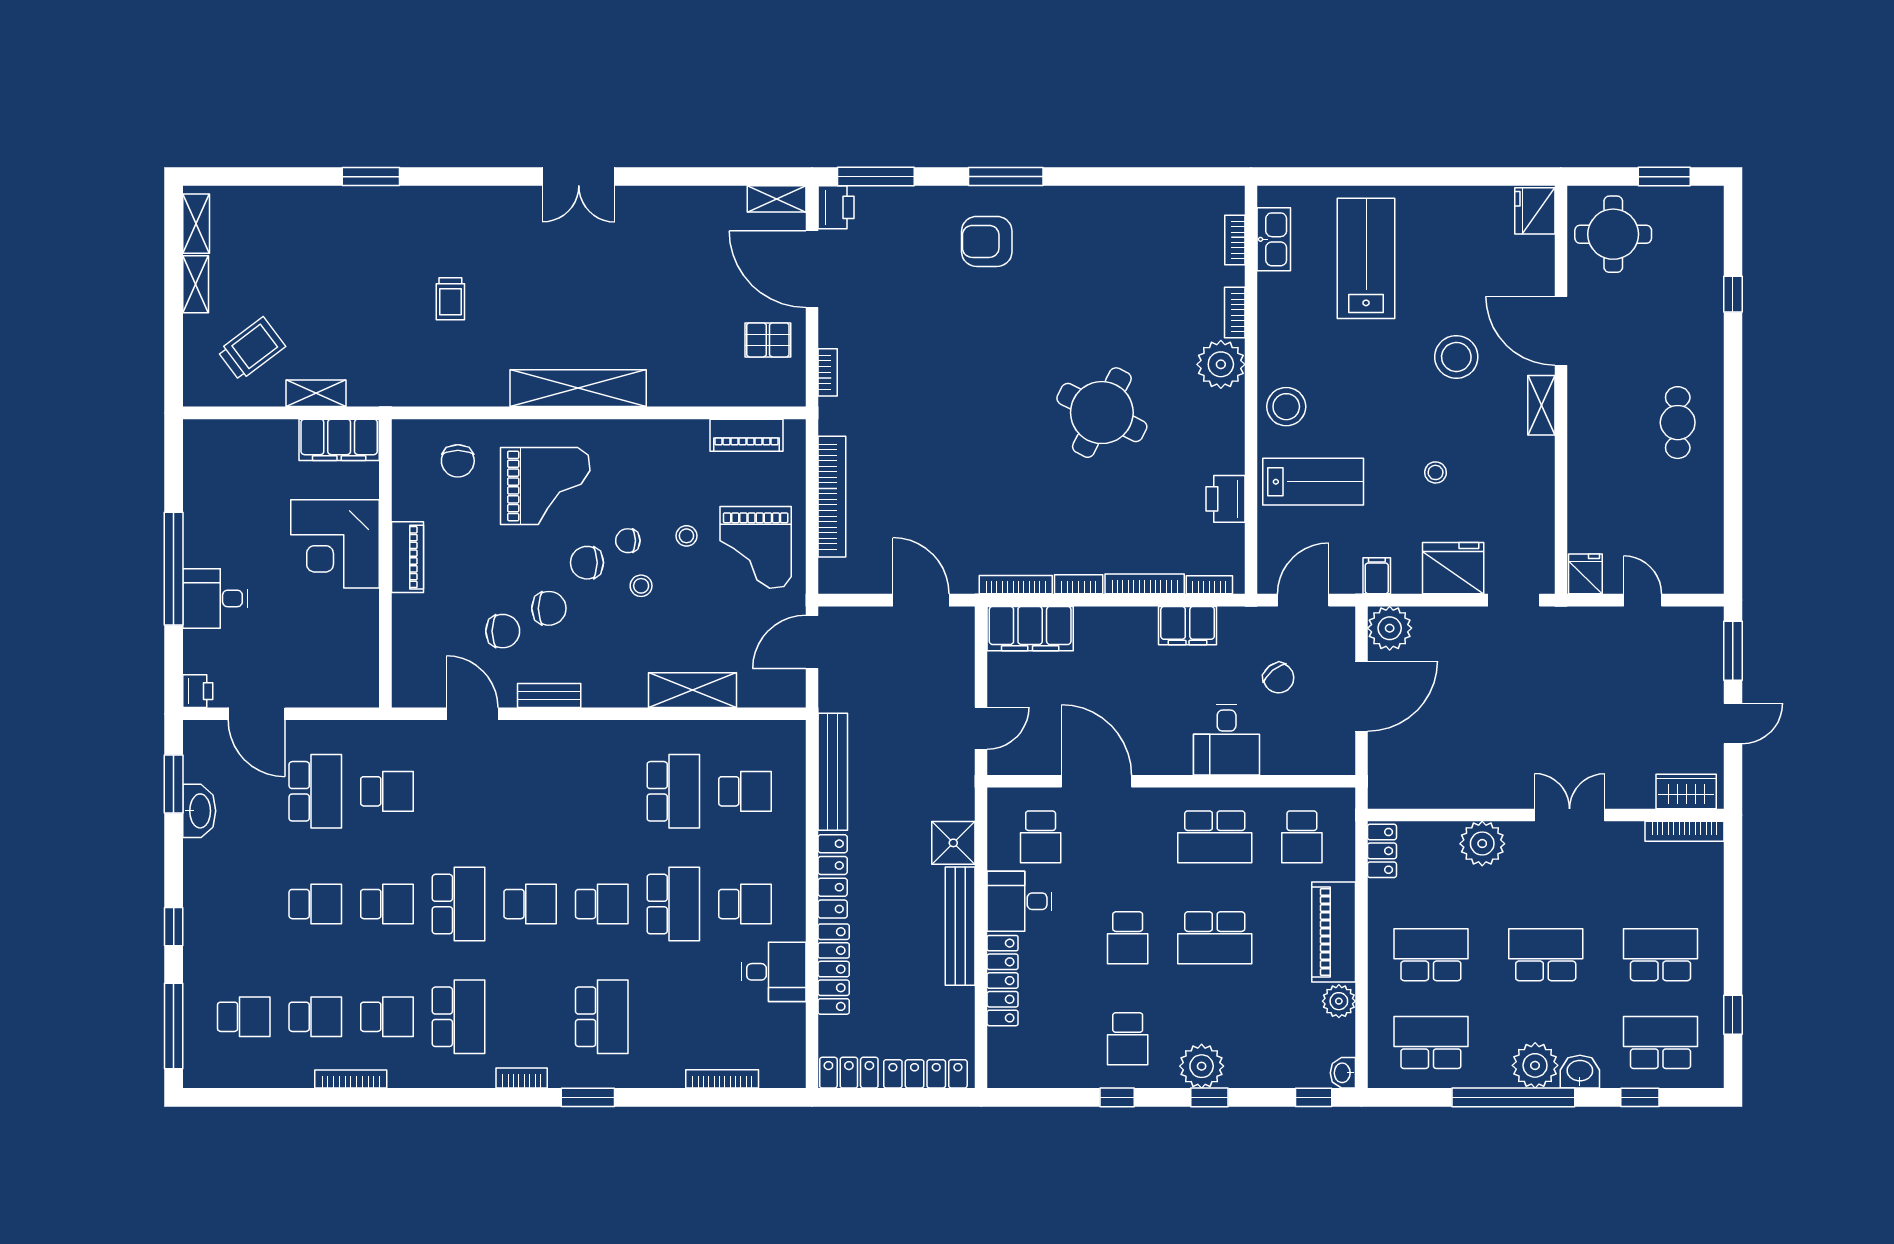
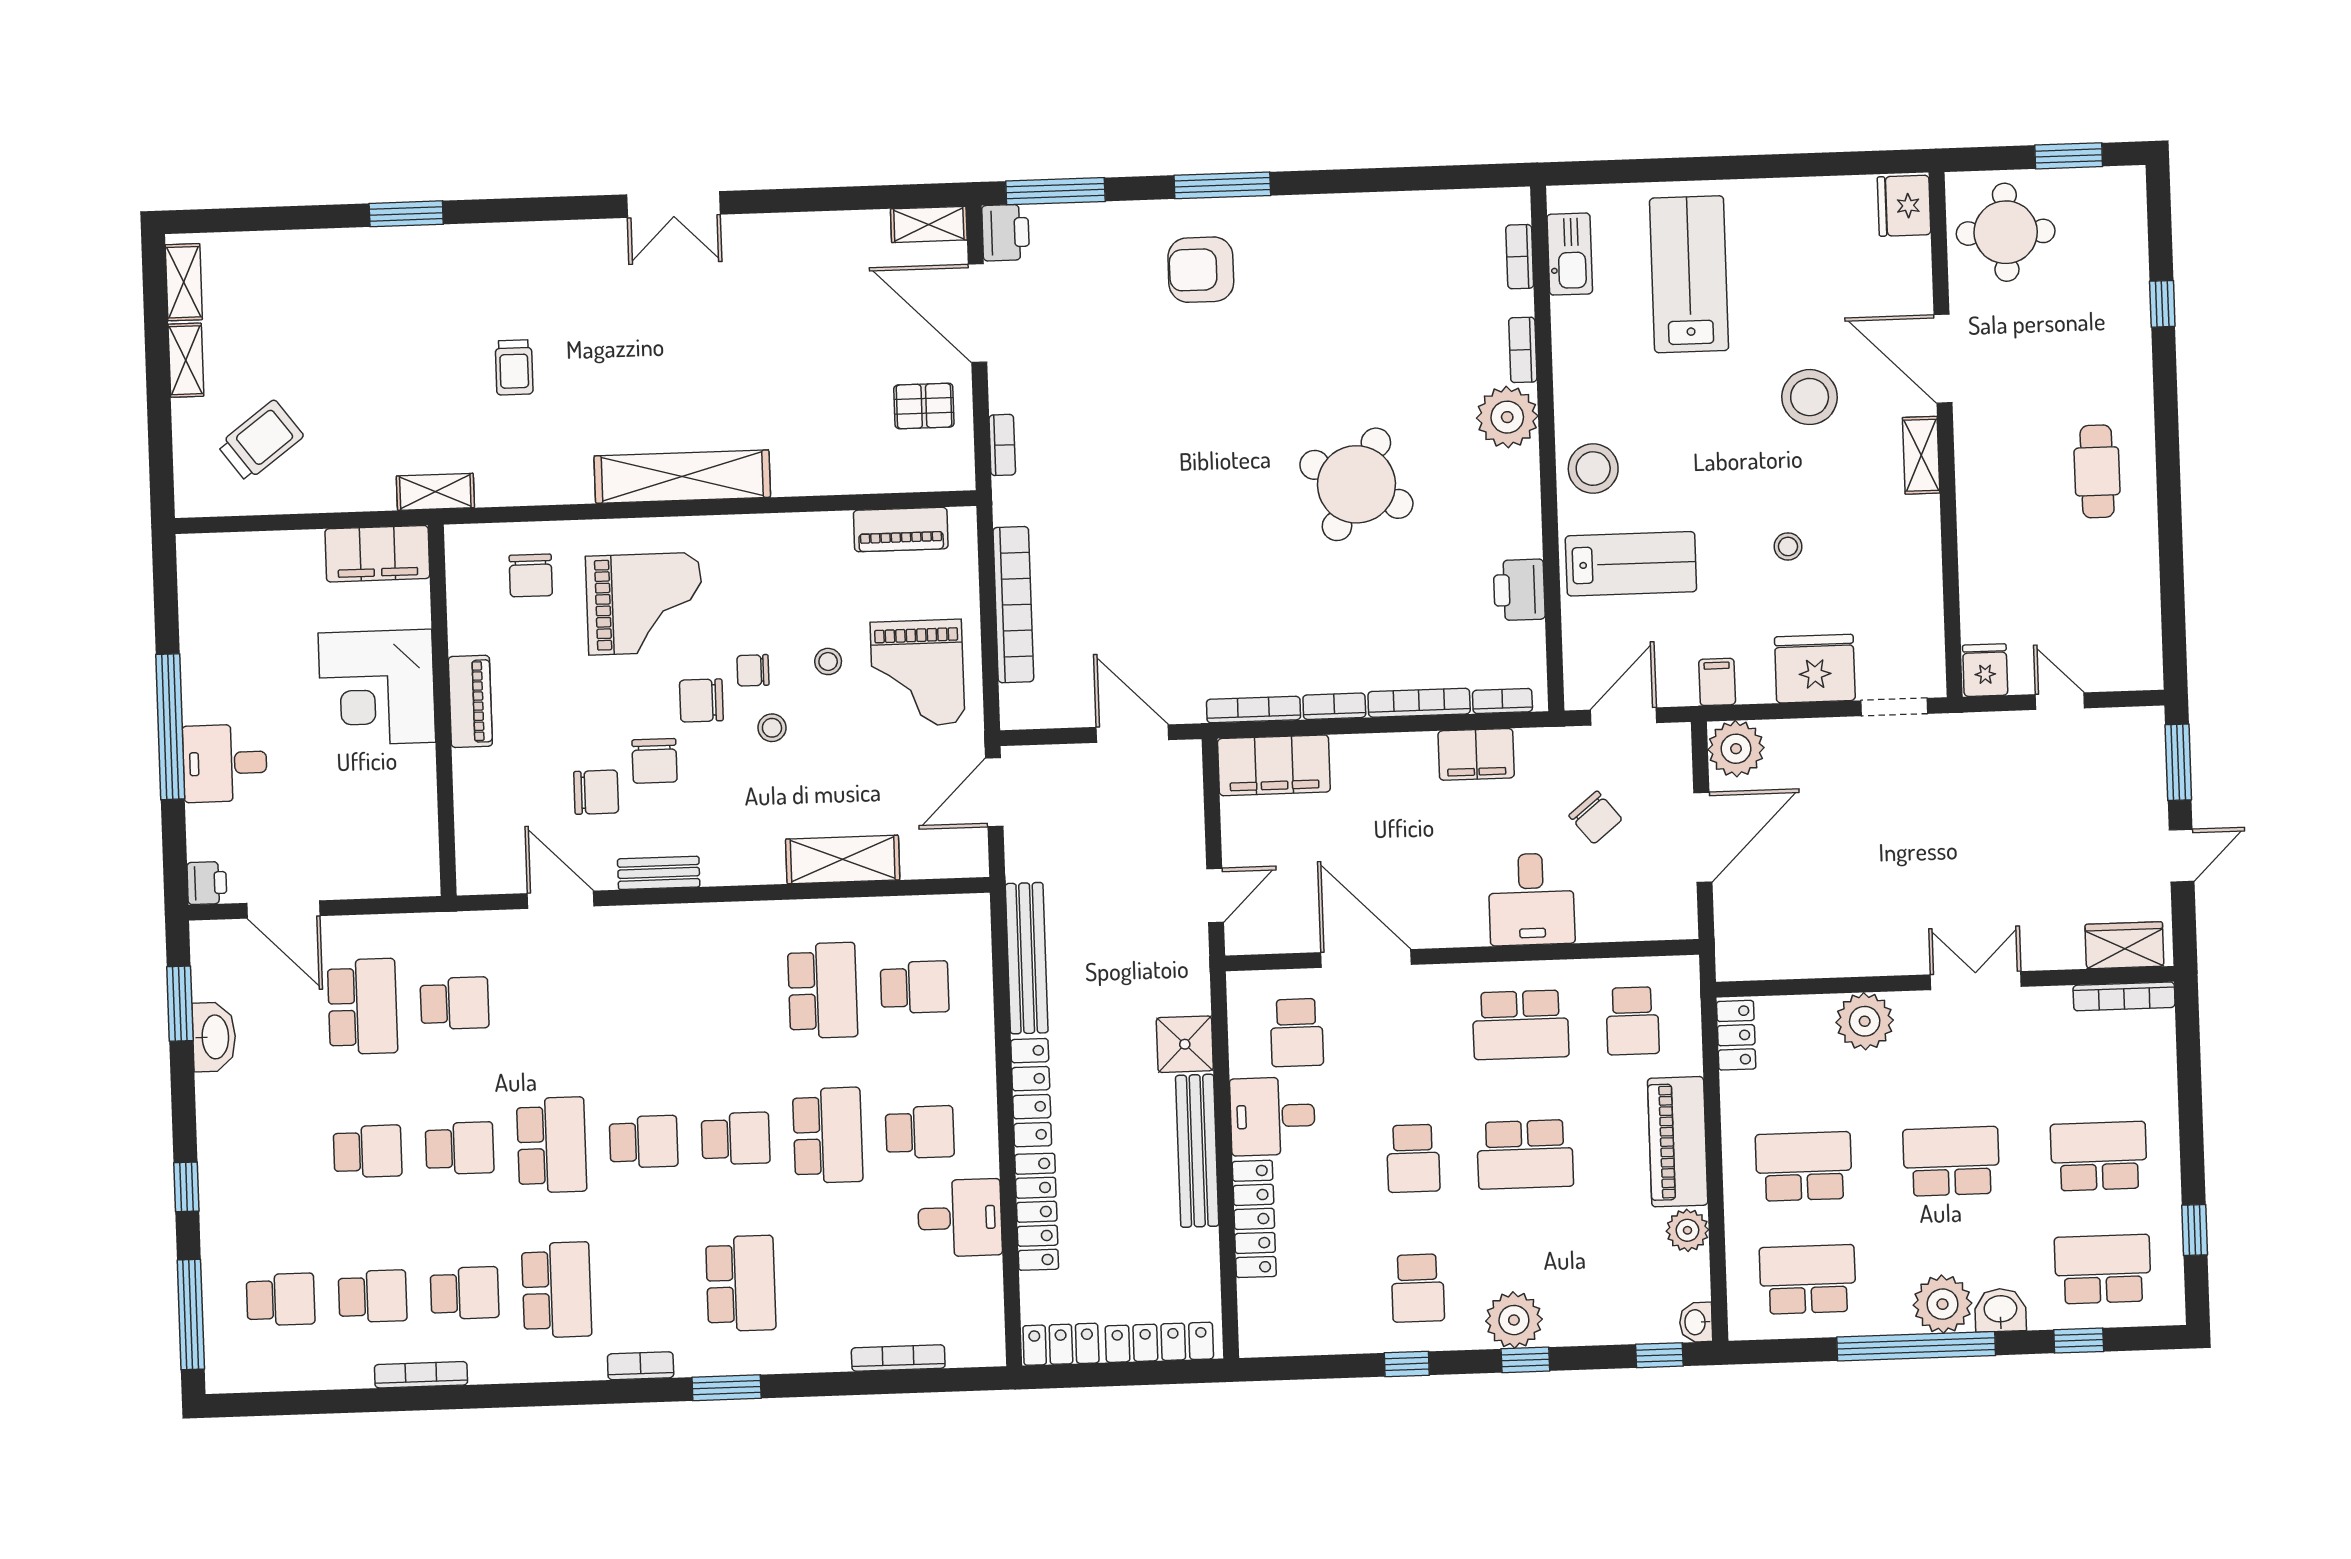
shelving: (316, 393) -> (435, 492), moved
chair: (549, 608) -> (655, 761), turned 90

